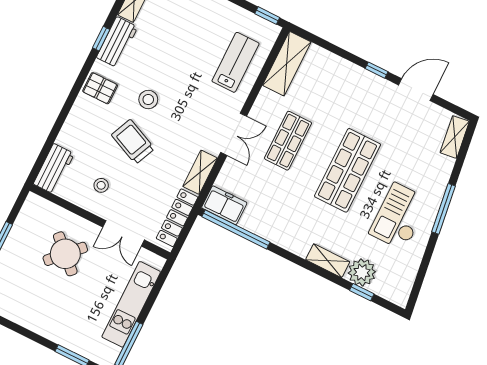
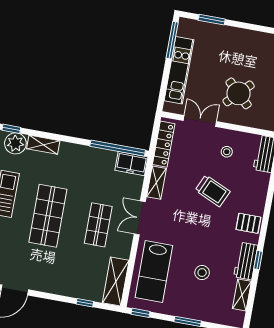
lab bench: (236, 62) -> (154, 271), width x1.36, depth x1.39
window: (377, 70) -> (85, 303), moved
stool: (148, 100) -> (202, 273), moved

